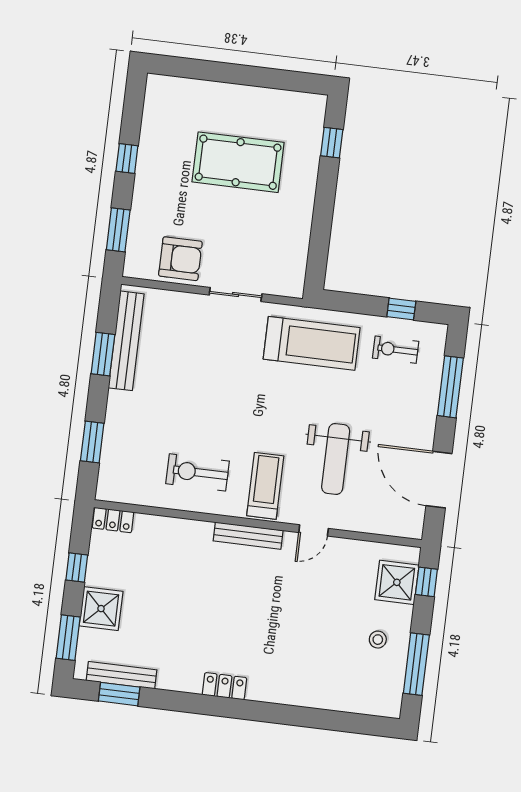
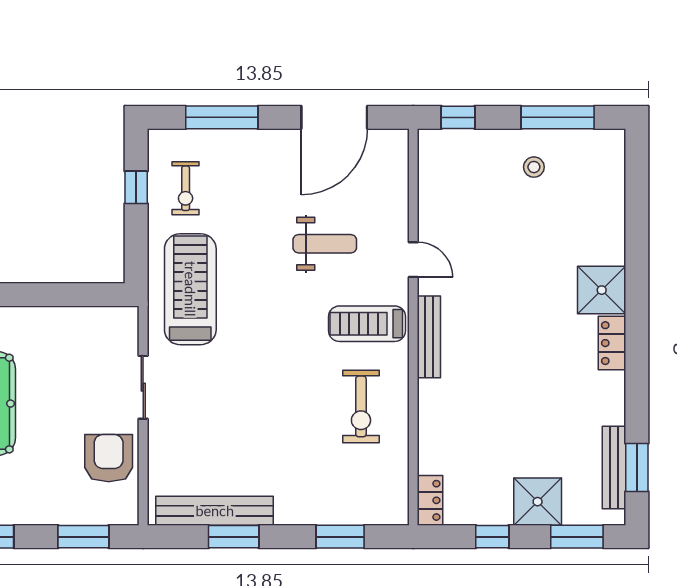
weight bench: (336, 459) -> (325, 244), width x0.73, depth x0.75
shower: (397, 582) -> (602, 290), moved

